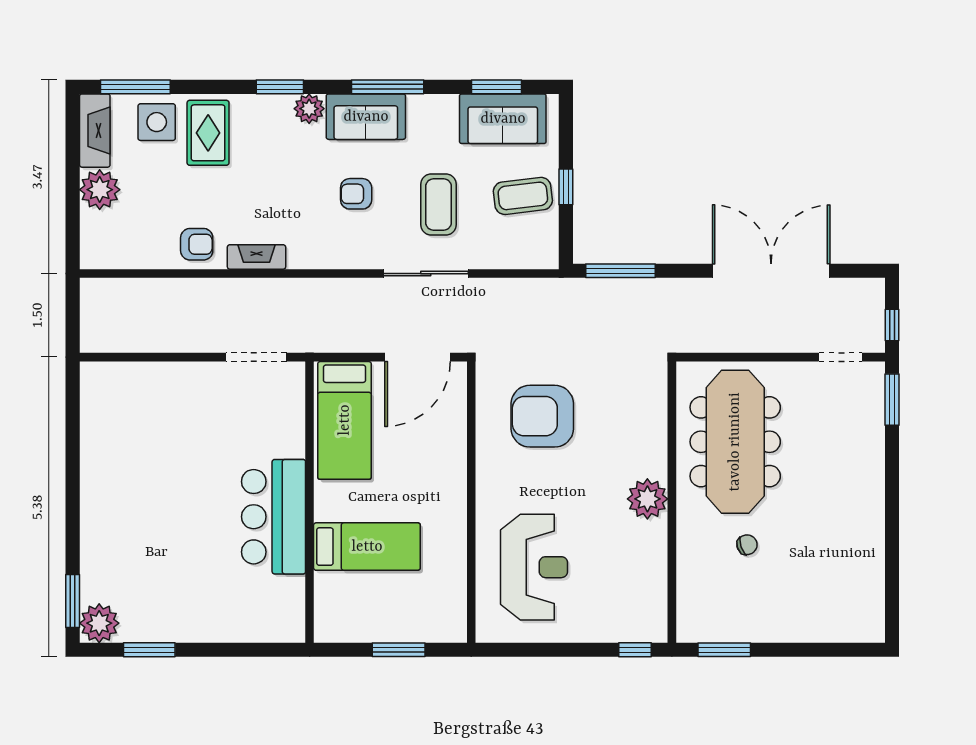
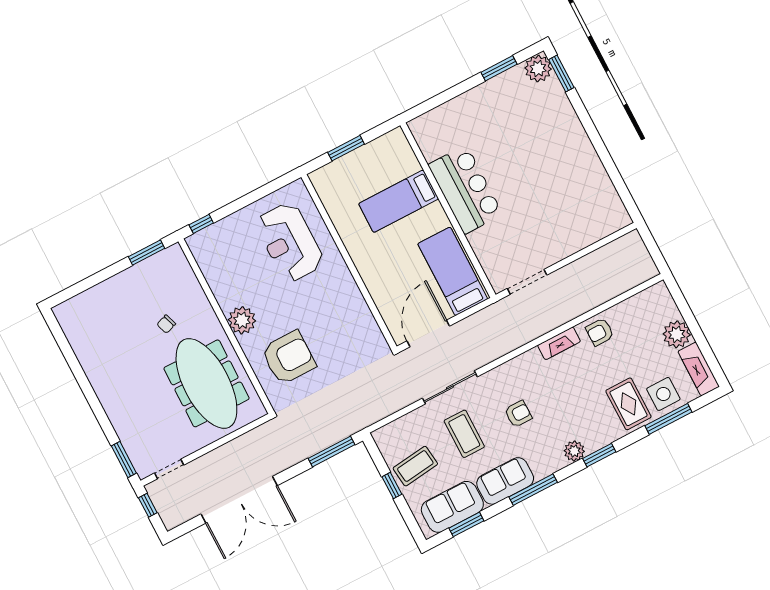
window: (135, 87) -> (668, 419), moved
sofa: (366, 117) -> (505, 481), moved
armchair: (542, 416) -> (289, 358), moved

